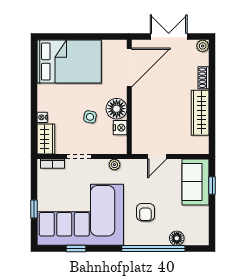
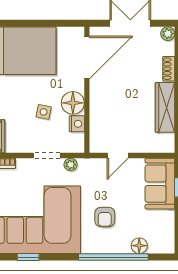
doorway: (79, 156) -> (47, 156), moved

